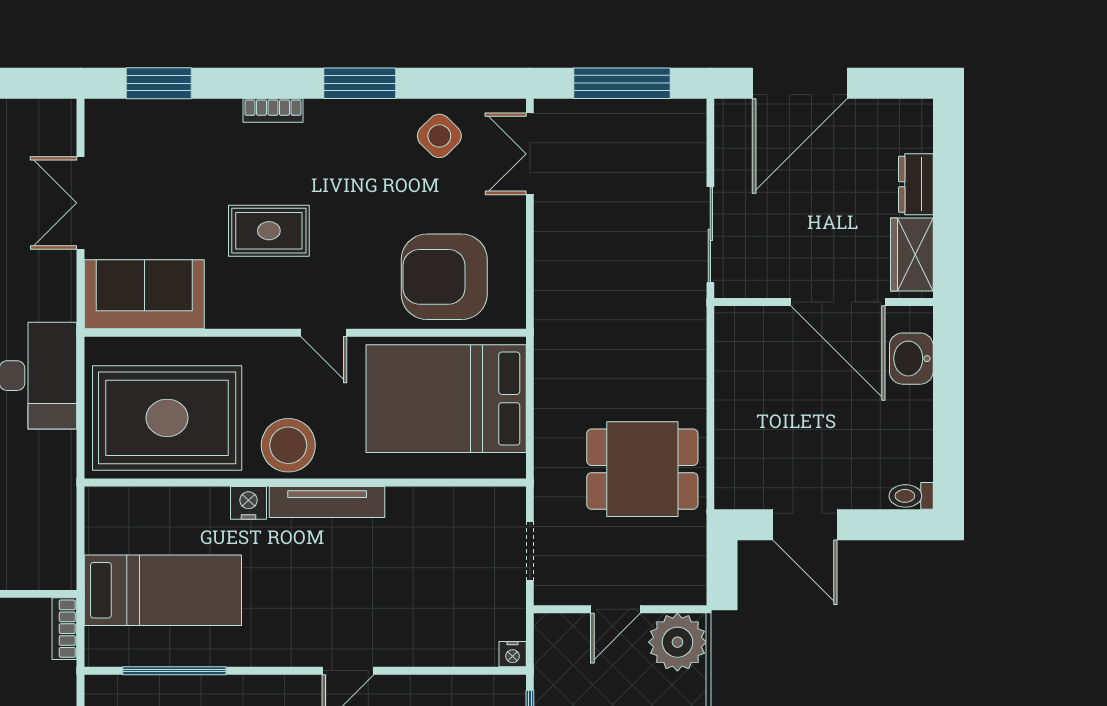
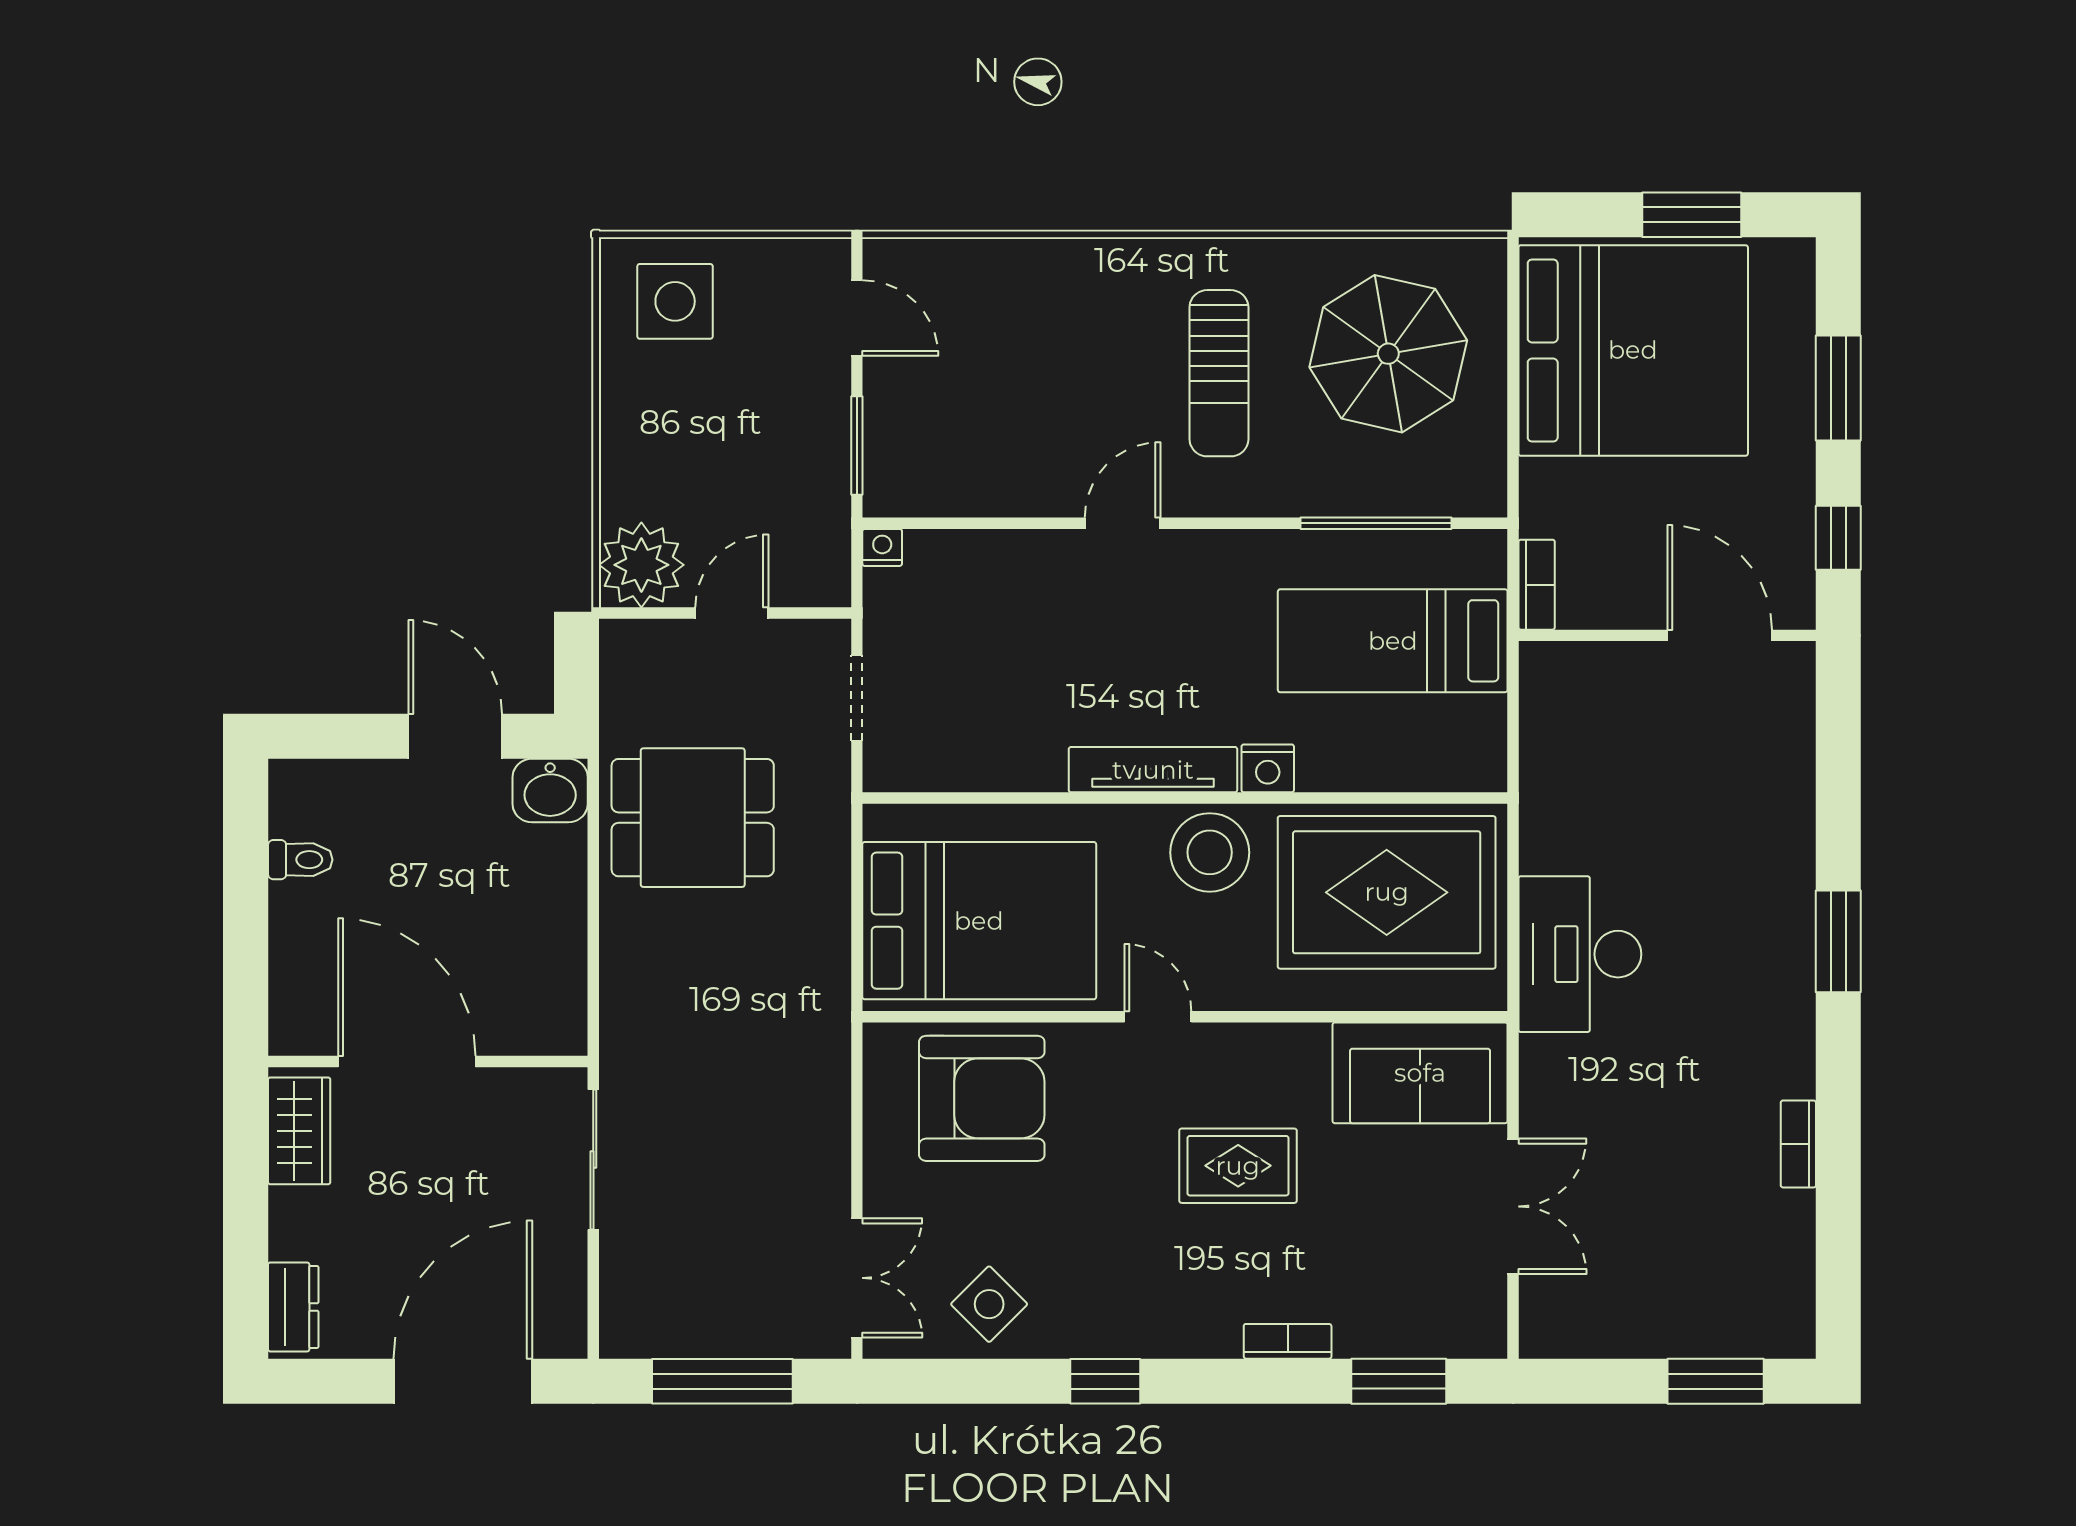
window: (360, 83) -> (1105, 1381), width x0.67
bookcase: (273, 110) -> (1288, 1341), moved
dresser: (916, 184) -> (293, 1307), moved
washbasin: (911, 359) -> (550, 791), moved, turned 90
toilet: (911, 496) -> (300, 860), moved

